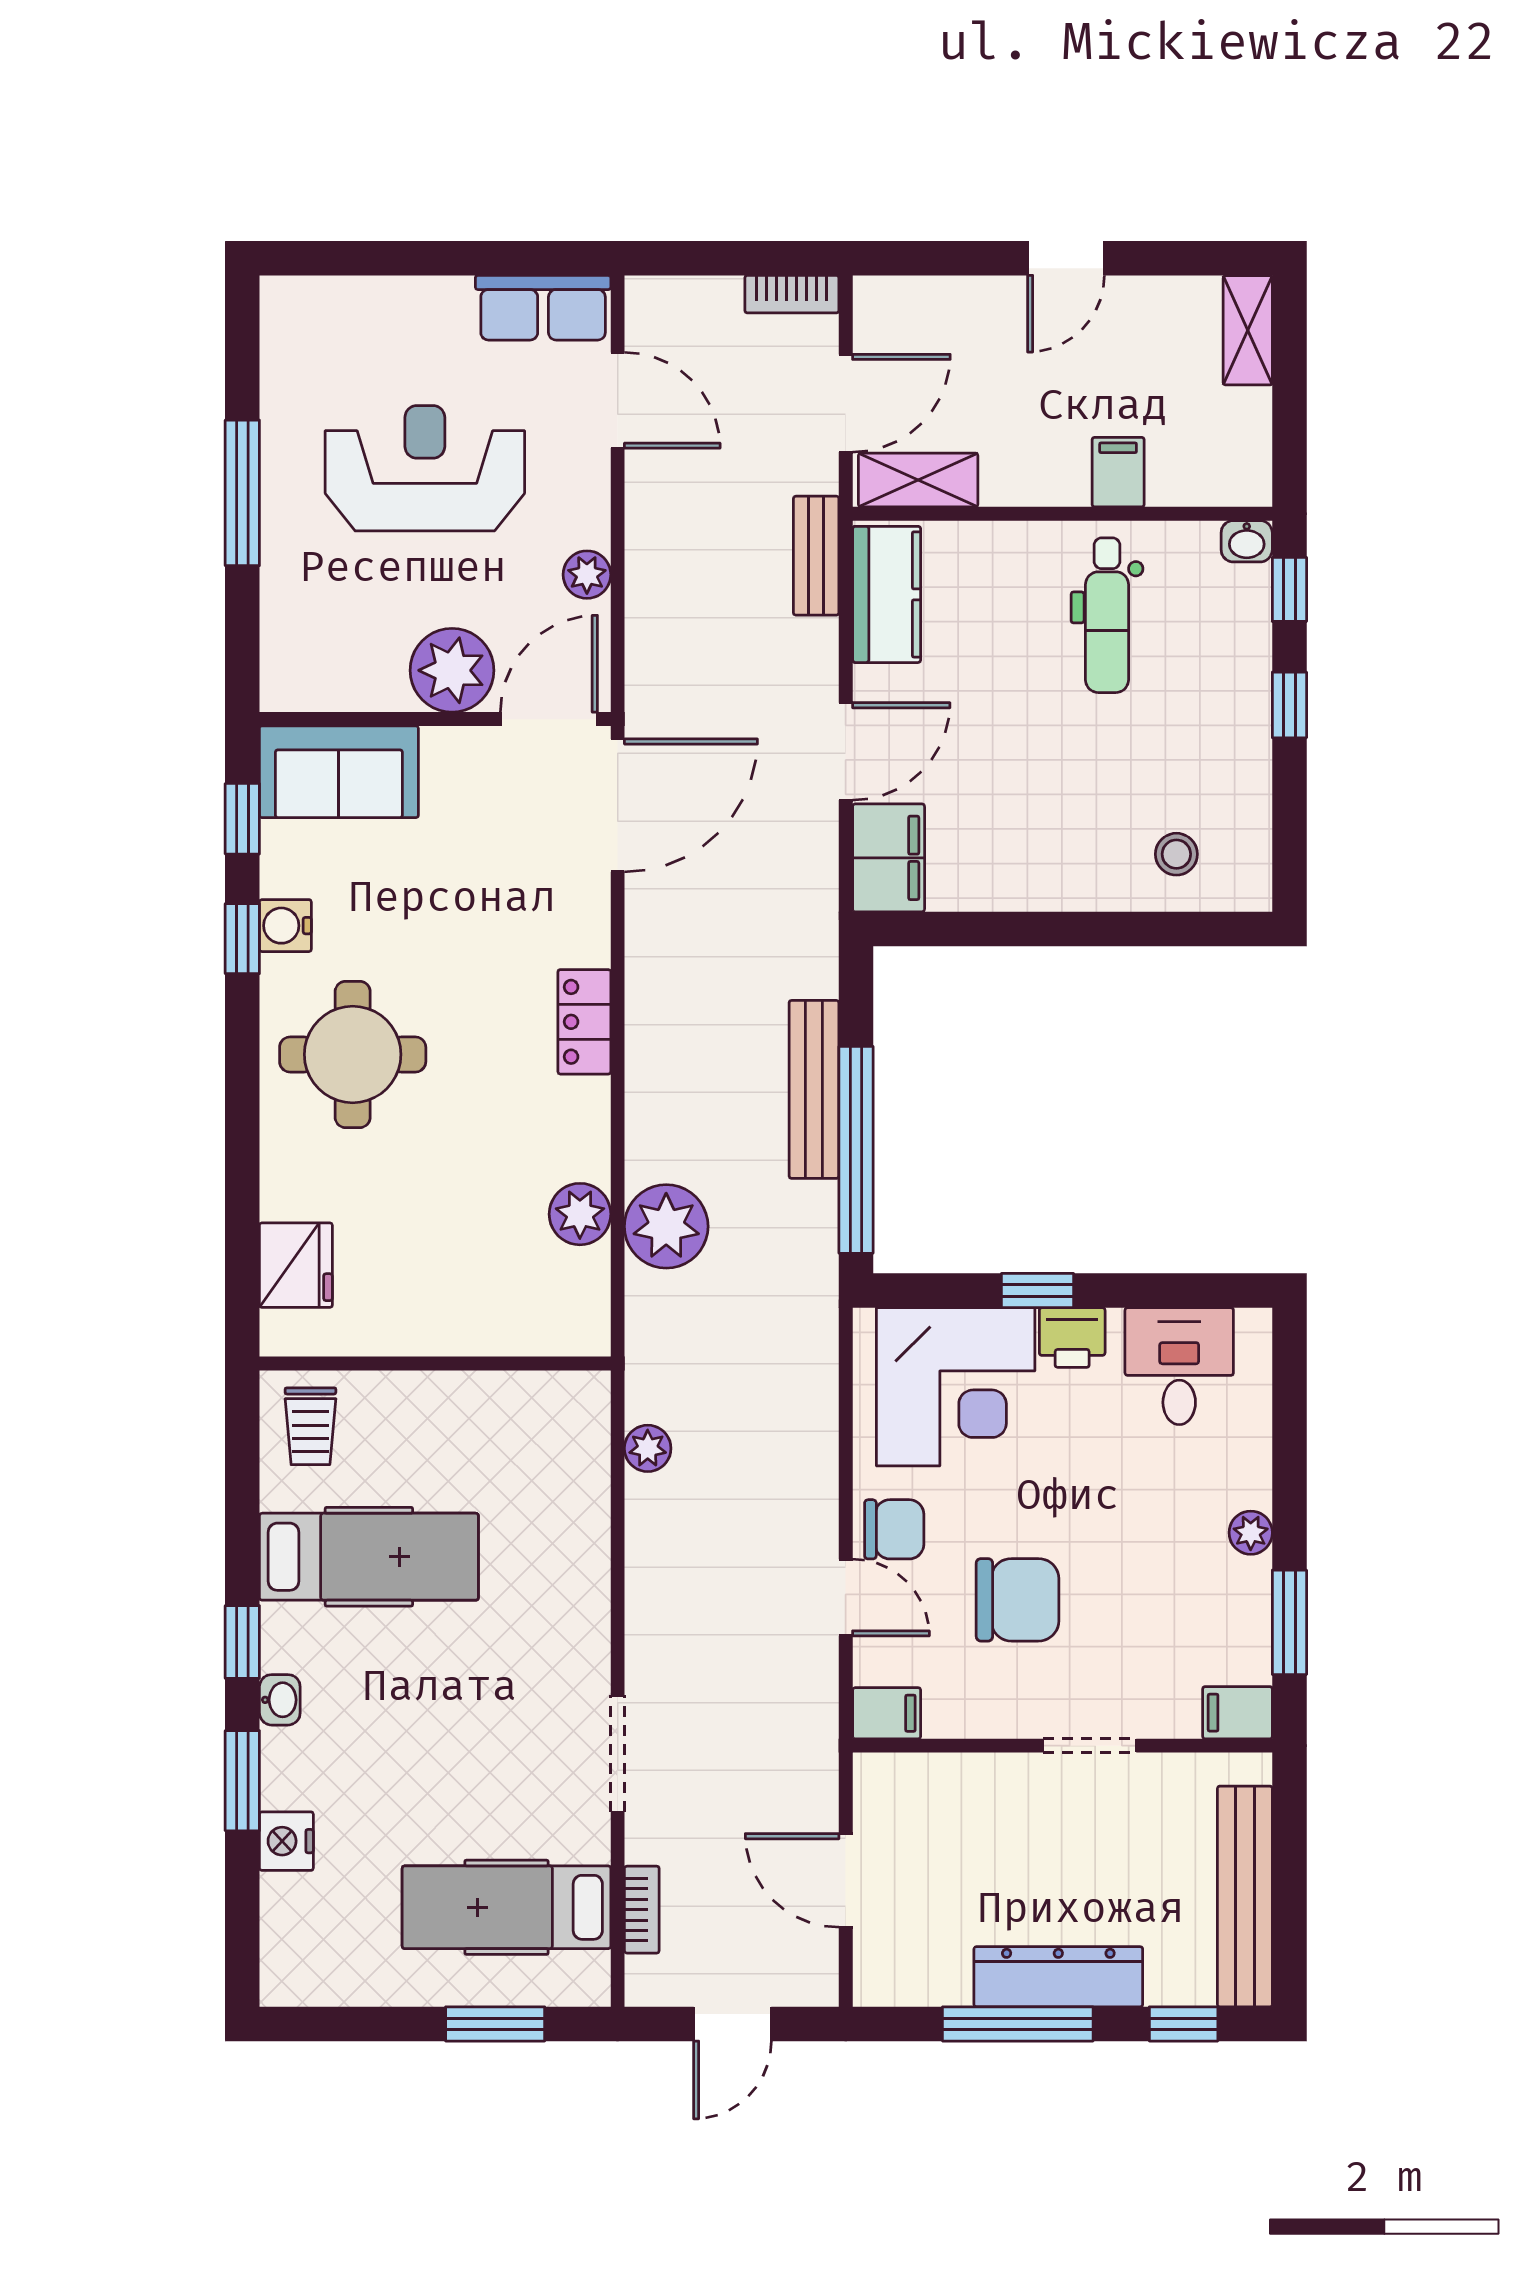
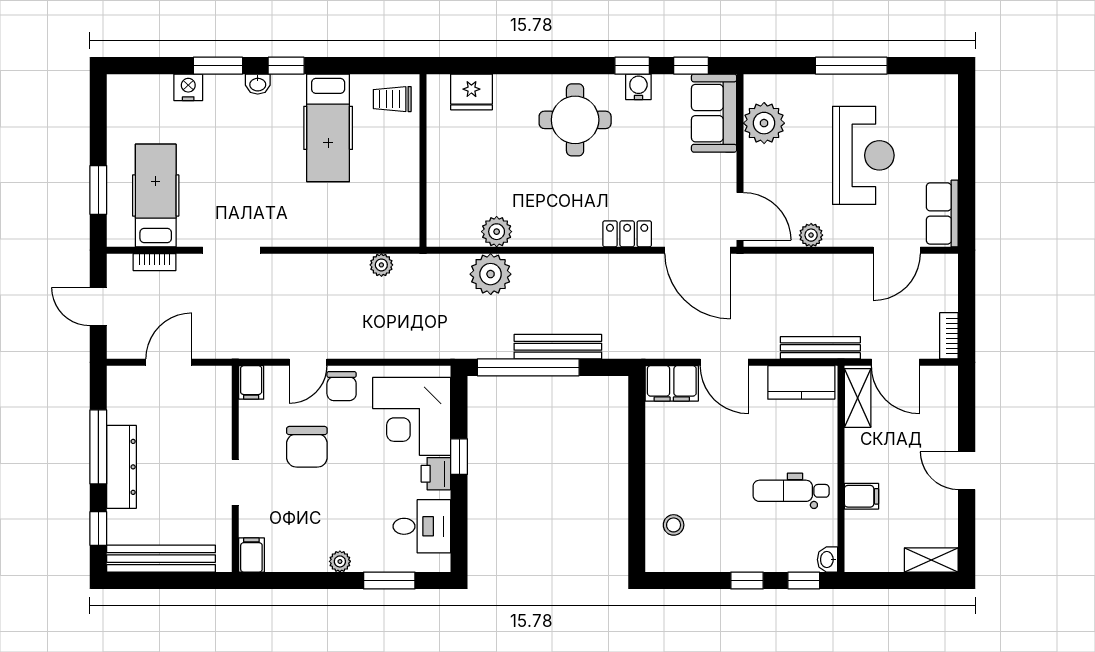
bench: (816, 556) -> (820, 348), width x1.36
plant: (452, 670) -> (764, 123), moved
locker: (584, 1022) -> (627, 234), moved
window: (1289, 1622) -> (389, 581), moved

